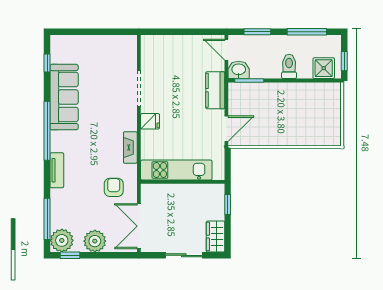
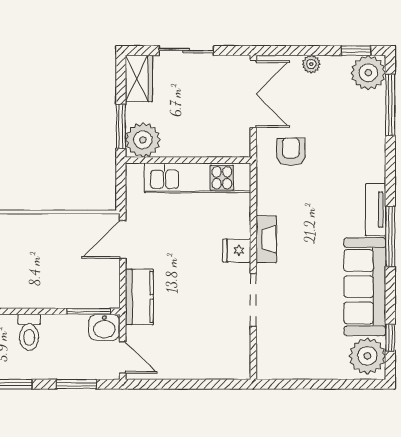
plant: (62, 51) -> (367, 356), added
window: (47, 131) -> (390, 236), width x0.68
fireplace: (130, 147) -> (266, 239), moved
tv unit: (57, 170) -> (376, 210), moved
armchair: (114, 187) -> (291, 152), turned 180
plant: (213, 195) -> (143, 140), added
window: (228, 205) -> (121, 126), width x1.50
plant: (95, 241) -> (311, 64), width x0.53, depth x0.53

